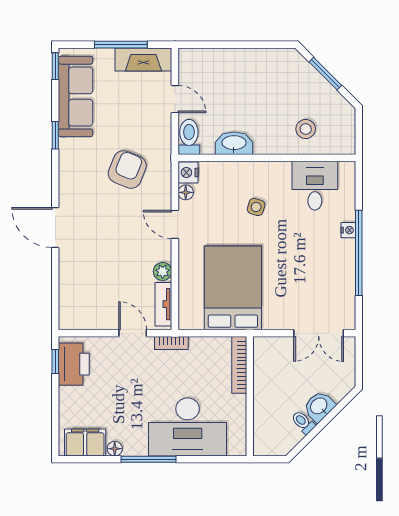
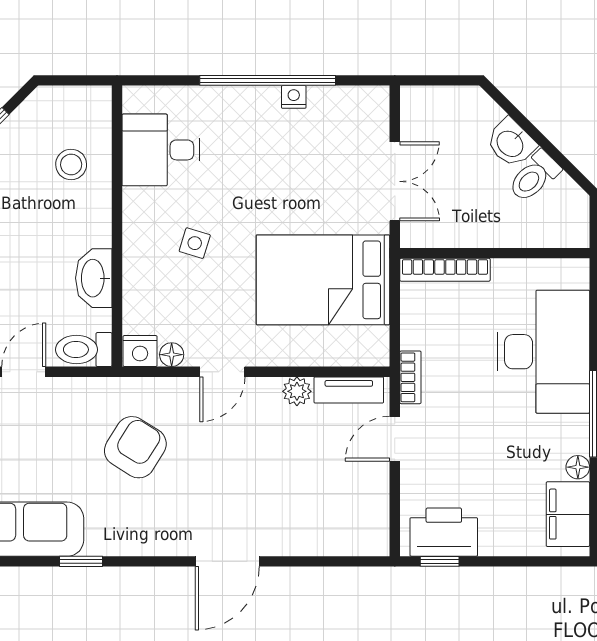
armchair: (127, 170) -> (135, 447), turned 100
nightstand: (348, 230) -> (294, 97), moved
double door: (319, 333) -> (395, 181), moved
toilet: (303, 422) -> (534, 176), width x1.37, depth x1.39

